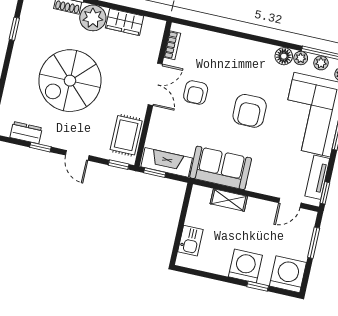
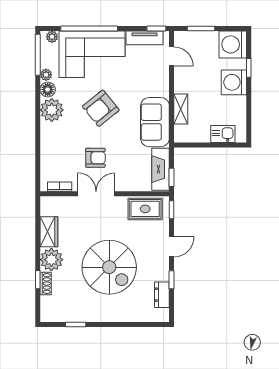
plant: (321, 63) -> (52, 110), moved, width x1.88, depth x1.88
armchair: (250, 111) -> (101, 108), turned 141

